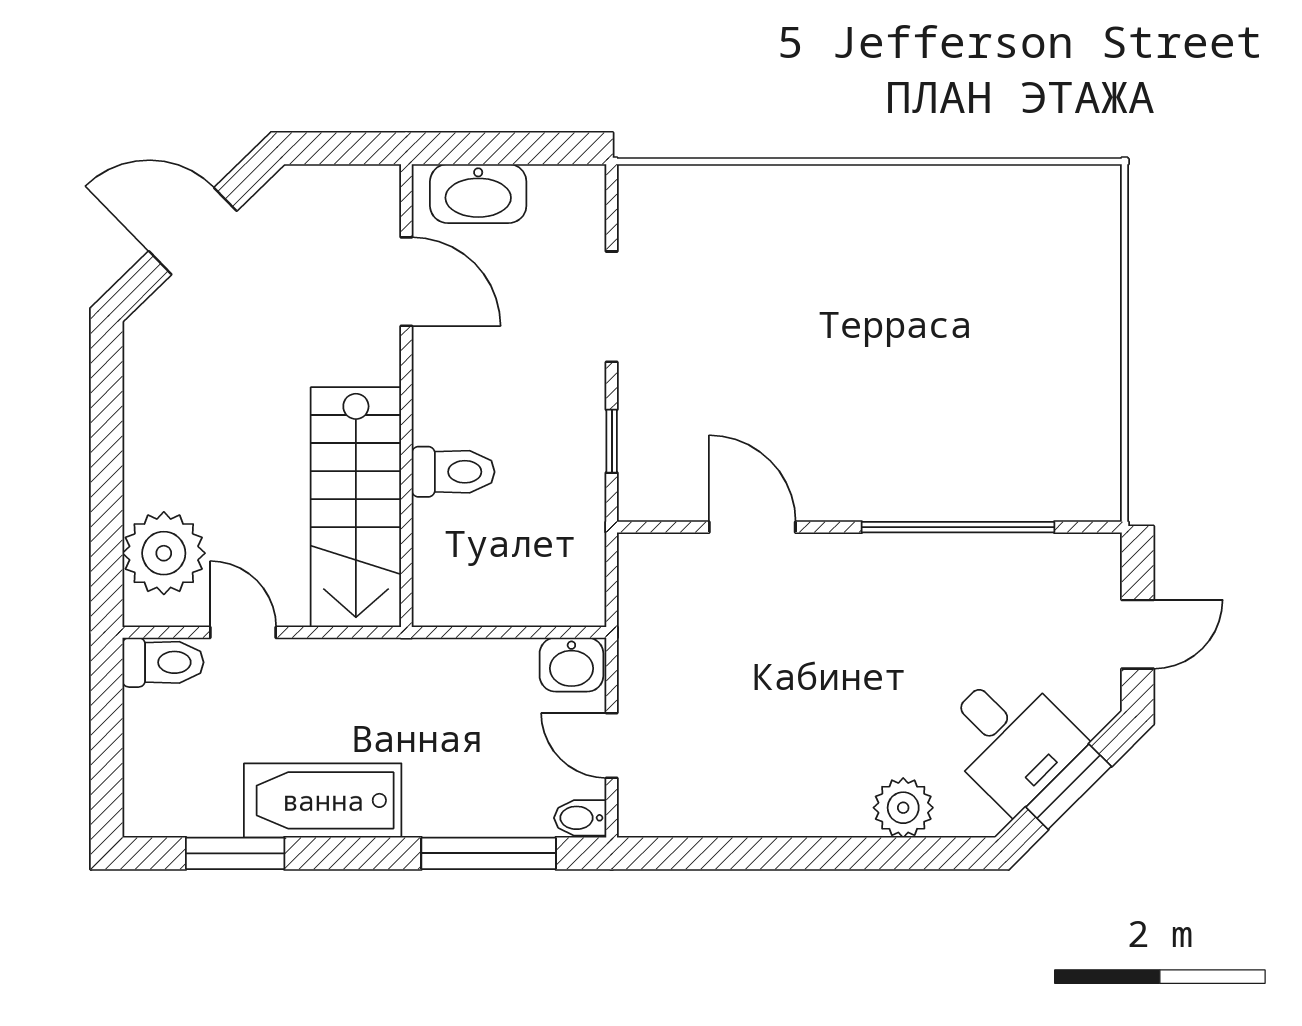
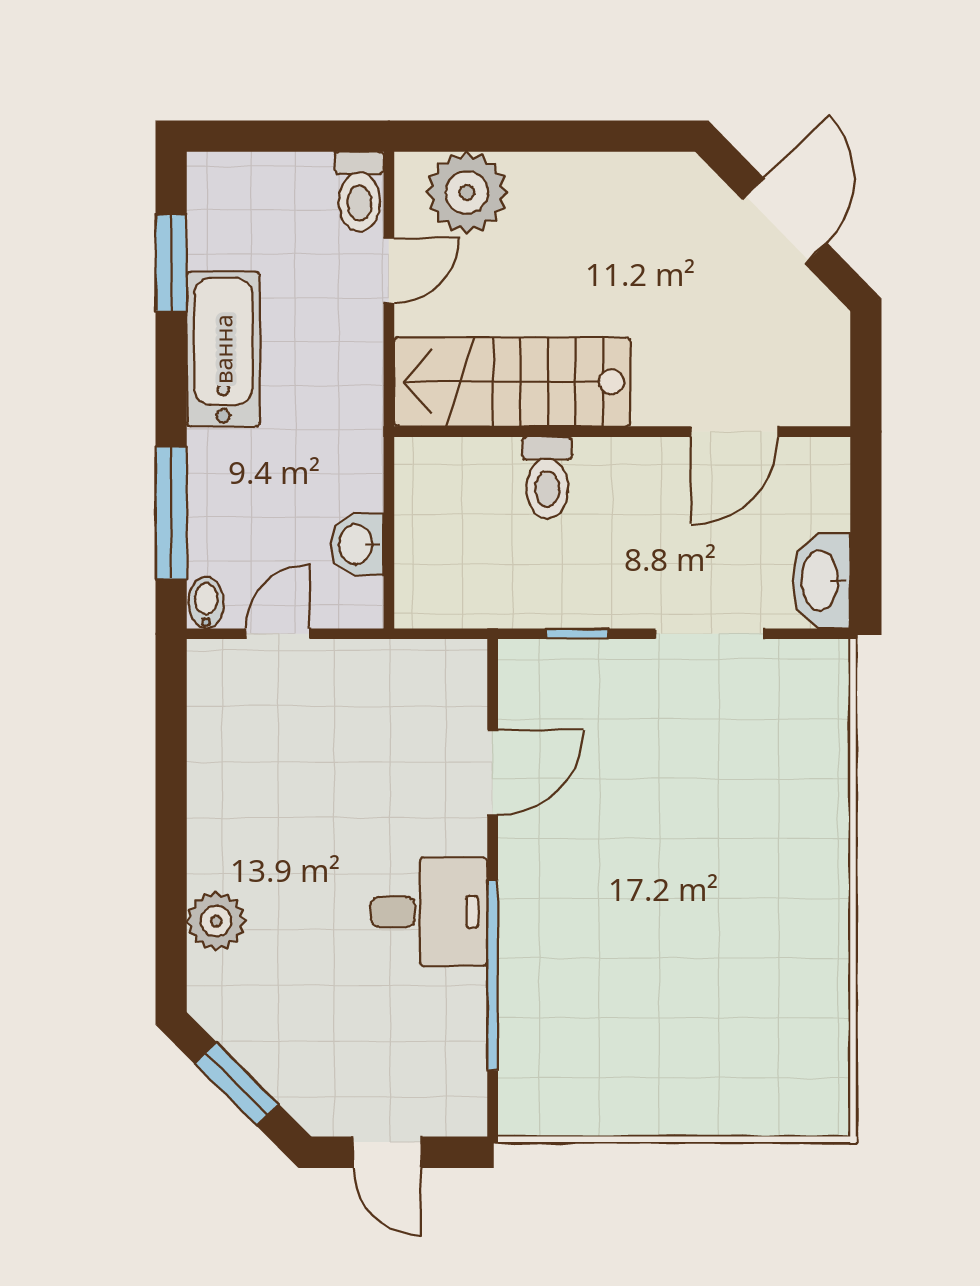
washbasin: (478, 194) -> (821, 581), moved
washbasin: (571, 665) -> (357, 544), moved
desk: (1010, 739) -> (429, 912), moved, turned -135

